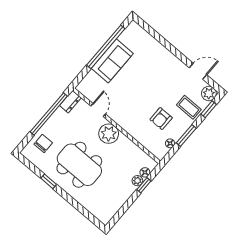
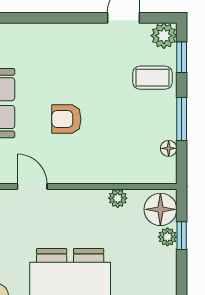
armchair: (161, 119) -> (66, 119), moved, turned 90
plant: (109, 134) -> (118, 198), moved, width x0.53, depth x0.53
floor lamp: (145, 172) -> (160, 209), width x1.89, depth x1.89

